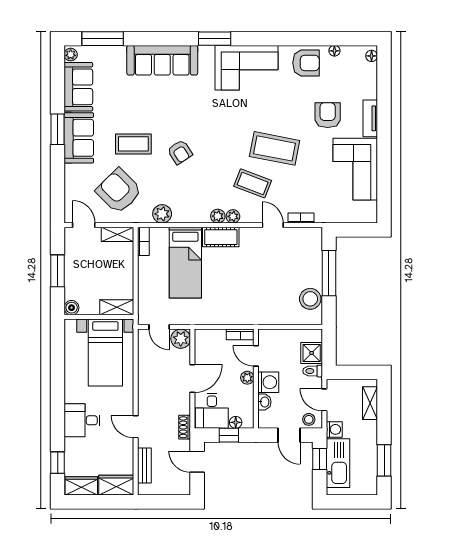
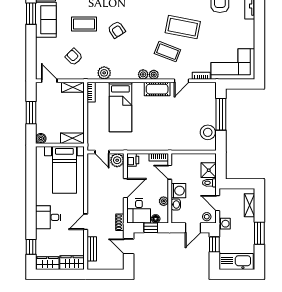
corner sofa: (355, 169) -> (233, 64), moved, turned 90
armchair: (119, 191) -> (74, 57), width x0.53, depth x0.53
door: (273, 225) -> (181, 81), swing flipped
cot: (221, 237) -> (157, 89), moved
printer: (203, 338) -> (133, 160), added
plant: (247, 378) -> (164, 201), moved
door: (136, 427) -> (86, 222), hinge flipped
door: (289, 435) -> (193, 228), hinge flipped
window: (384, 460) -> (259, 233), moved
kitchen sink: (338, 463) -> (236, 262), moved, turned -90

